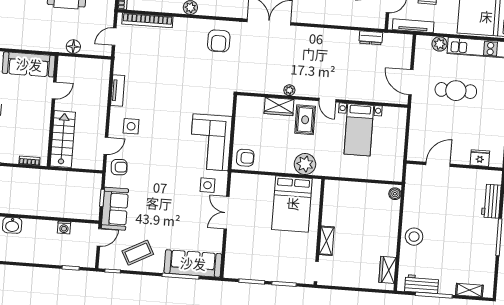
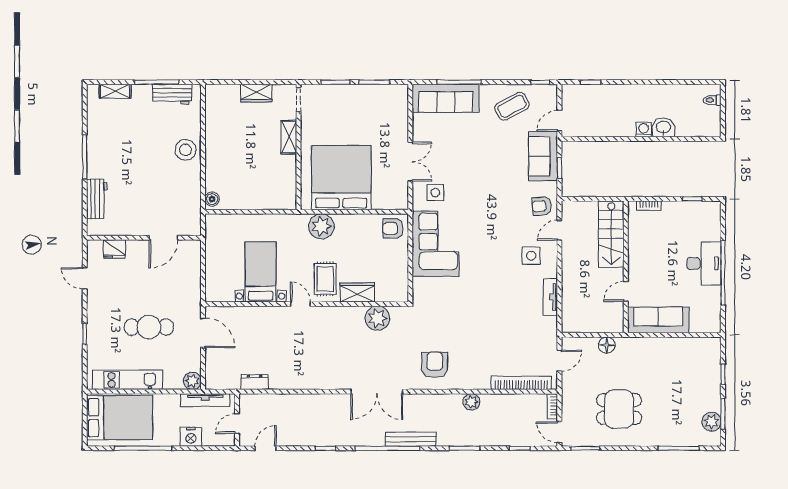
plant: (440, 44) -> (192, 381), moved
plant: (289, 90) -> (377, 318), moved, width x1.87, depth x1.87
bed: (292, 204) -> (341, 178), width x1.36
washing machine: (64, 227) -> (644, 130), moved
wardrobe: (388, 270) -> (256, 93), moved, turned 90

